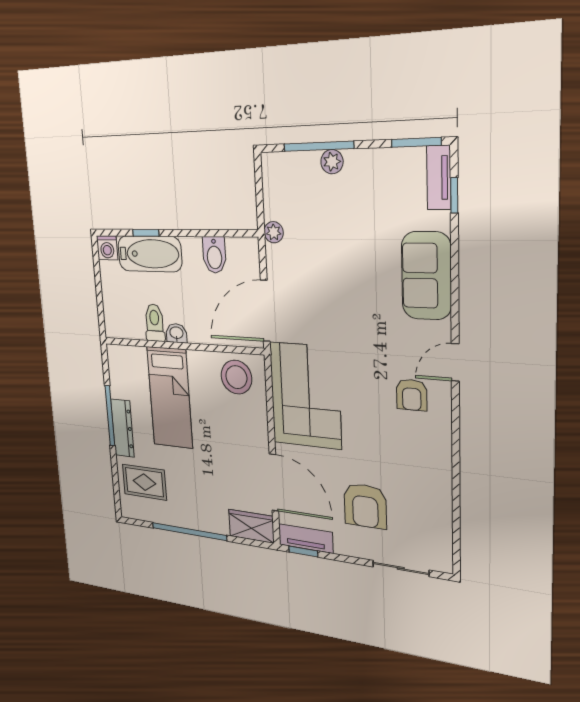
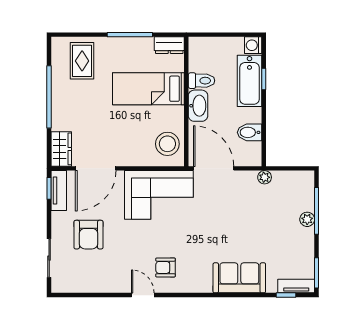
washbasin: (176, 333) -> (198, 106), width x1.91, depth x1.45
door: (455, 362) -> (143, 295), moved
dresser: (122, 428) -> (169, 45), moved, width x0.70
armchair: (365, 506) -> (88, 235), turned -90

